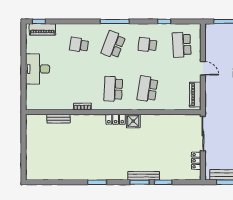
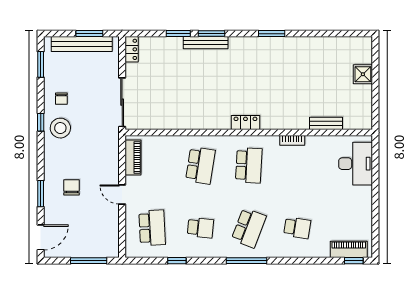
desk: (38, 69) -> (356, 164), moved
shower: (133, 121) -> (363, 74), moved
locker: (196, 161) -> (132, 49), moved

